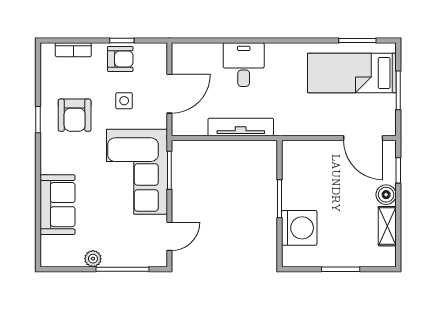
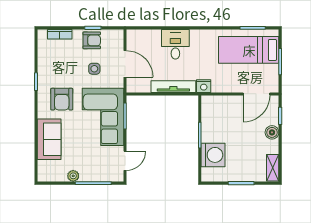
door: (169, 94) -> (125, 64), hinge flipped
armchair: (75, 115) -> (62, 99), moved
nightstand: (285, 126) -> (204, 86), added
door: (363, 138) -> (256, 94), hinge flipped
shelving: (387, 226) -> (273, 168), moved

